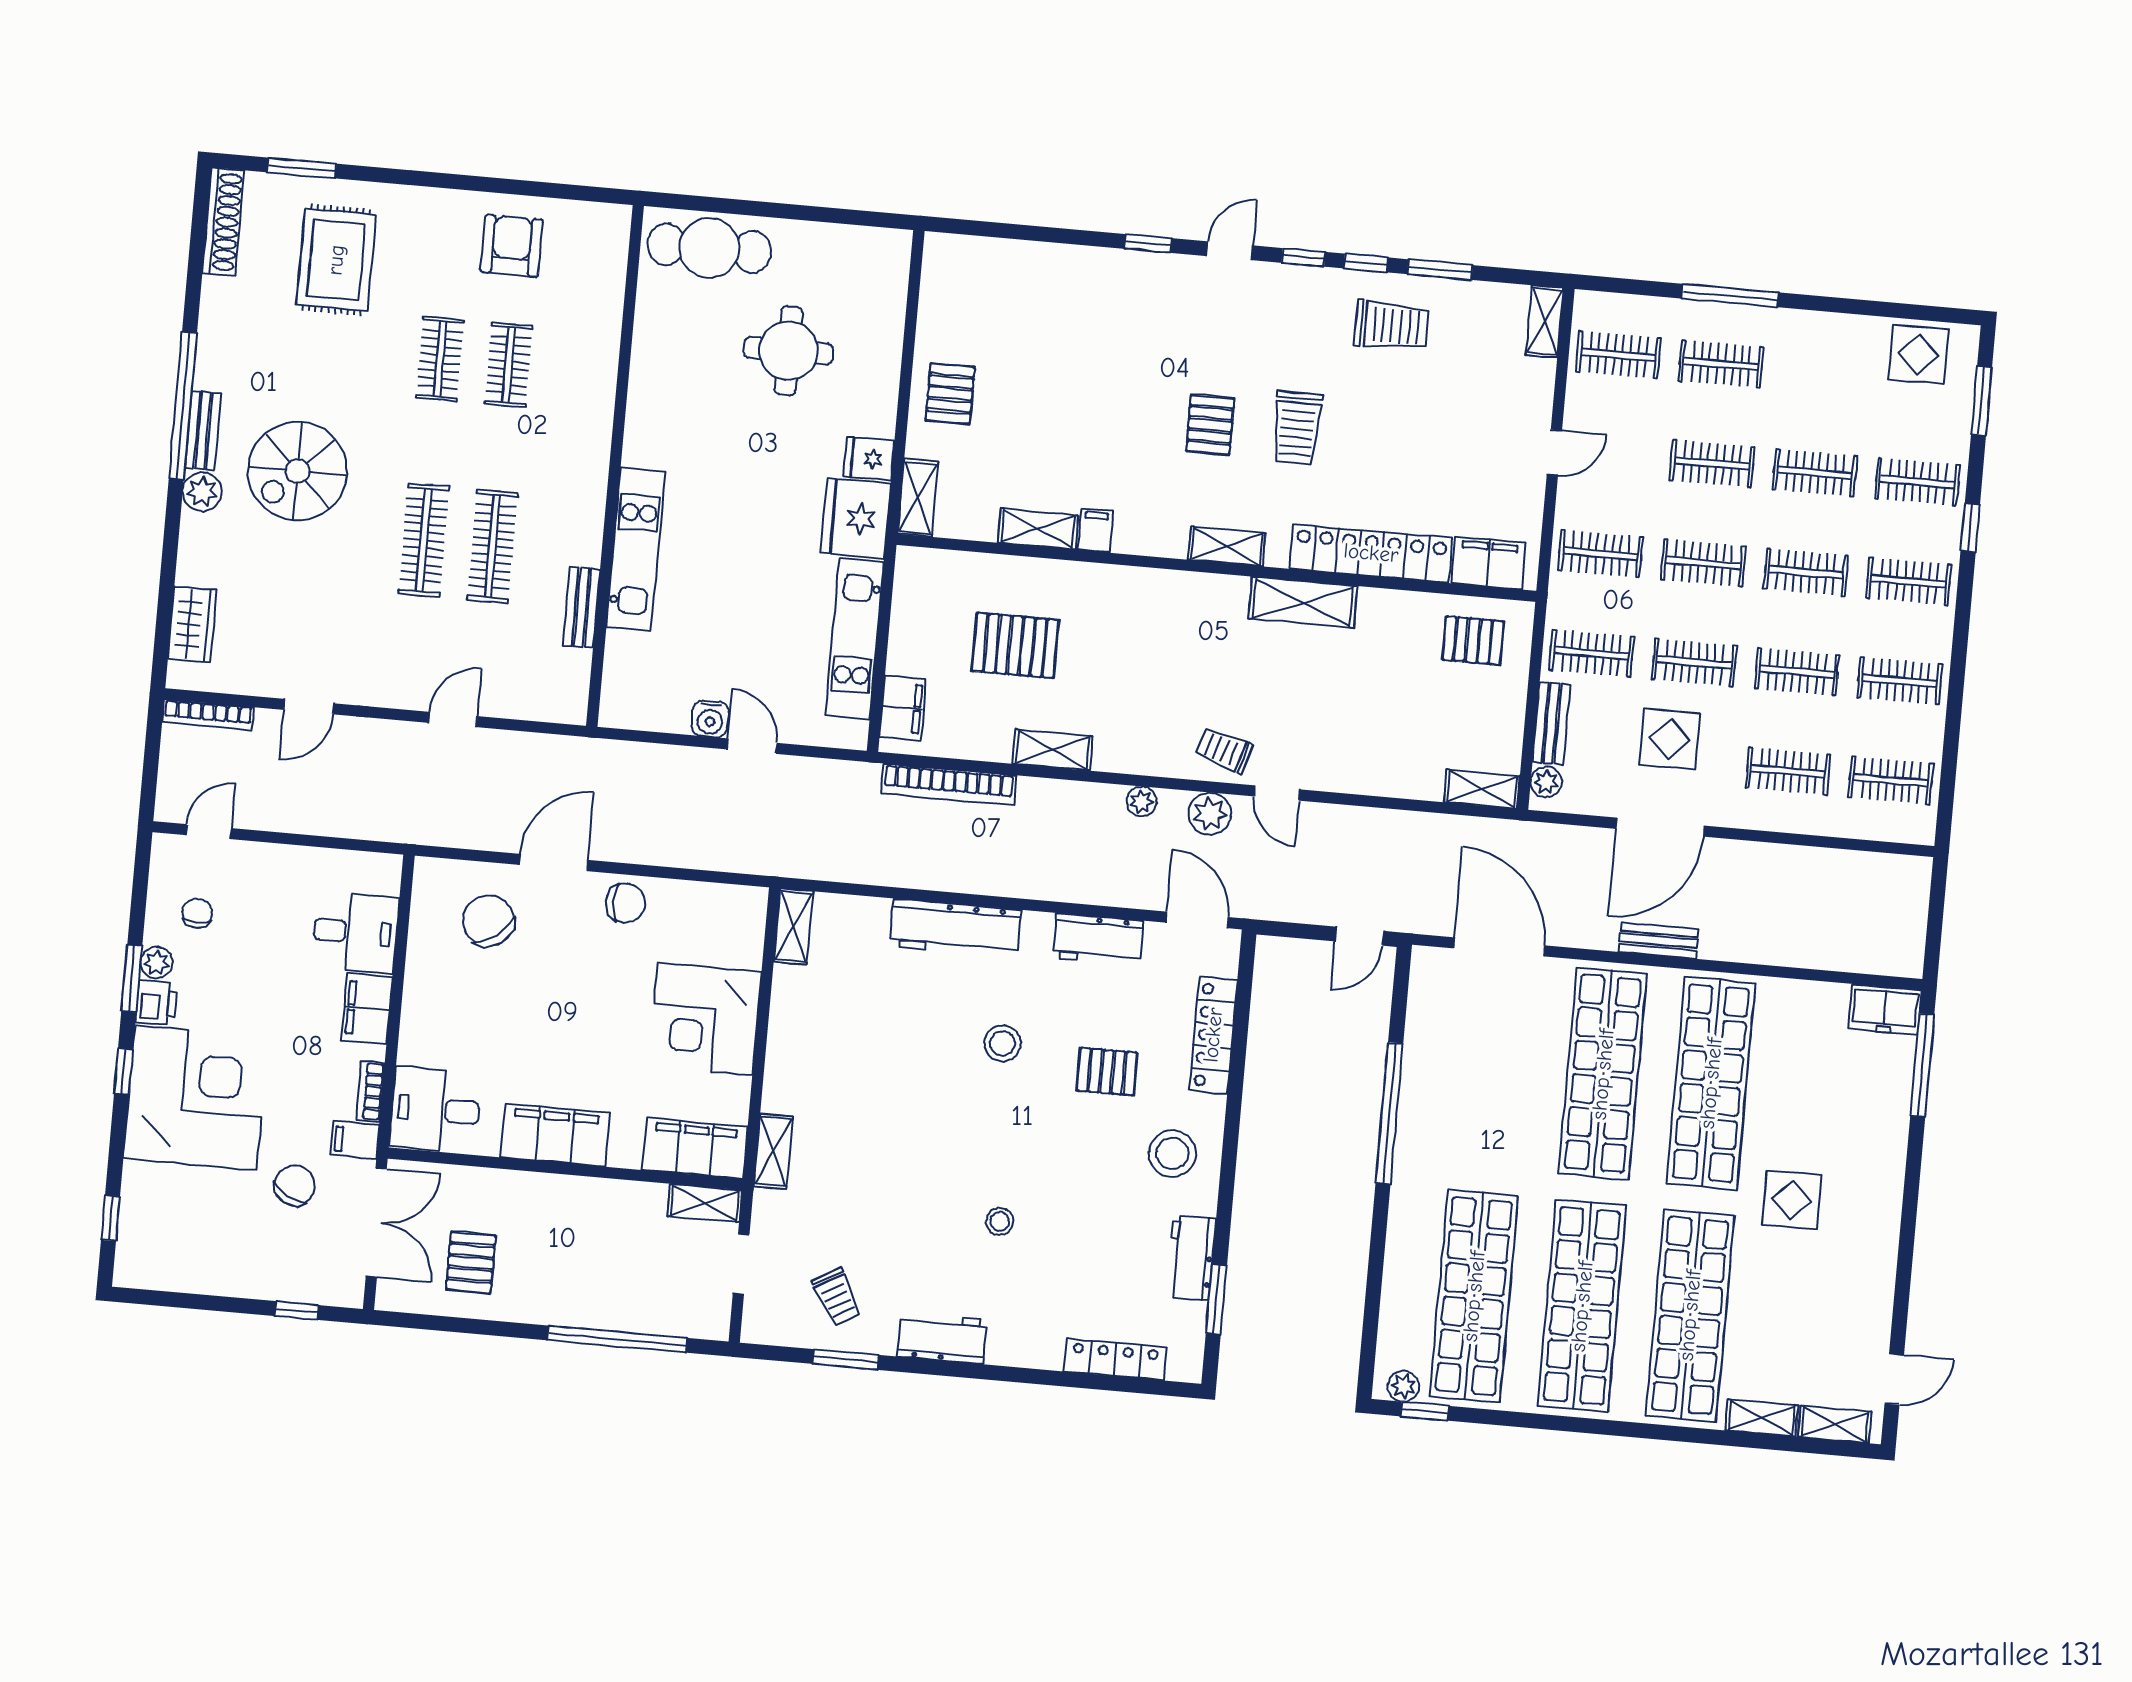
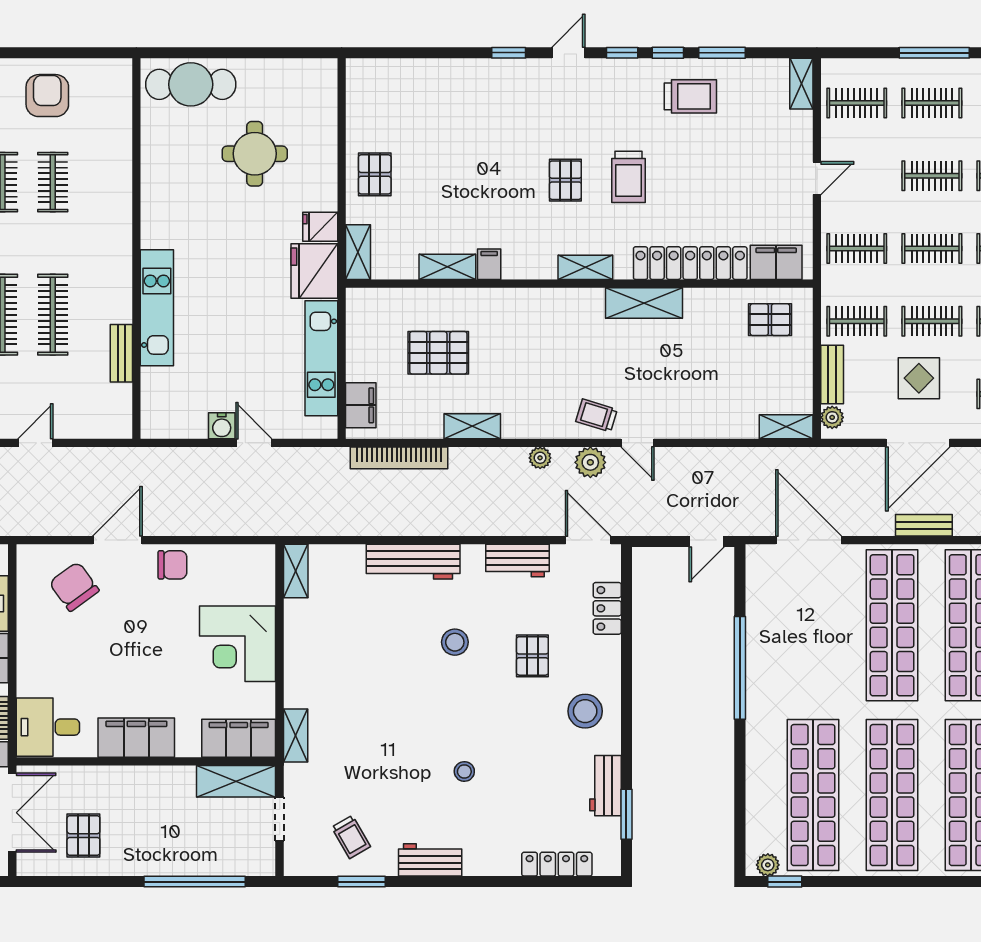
locker: (1213, 1035) -> (607, 608), width x0.66
pallet: (1107, 1072) -> (532, 656), turned 90
shelving: (705, 1203) -> (236, 781), width x1.50, depth x1.33

